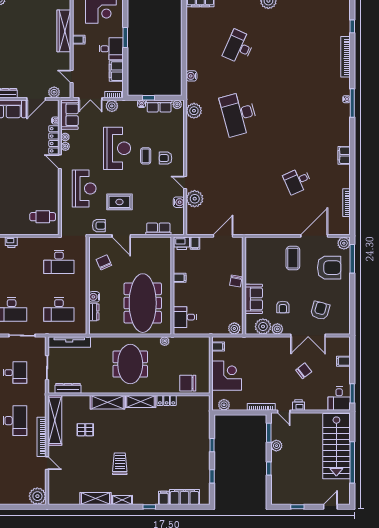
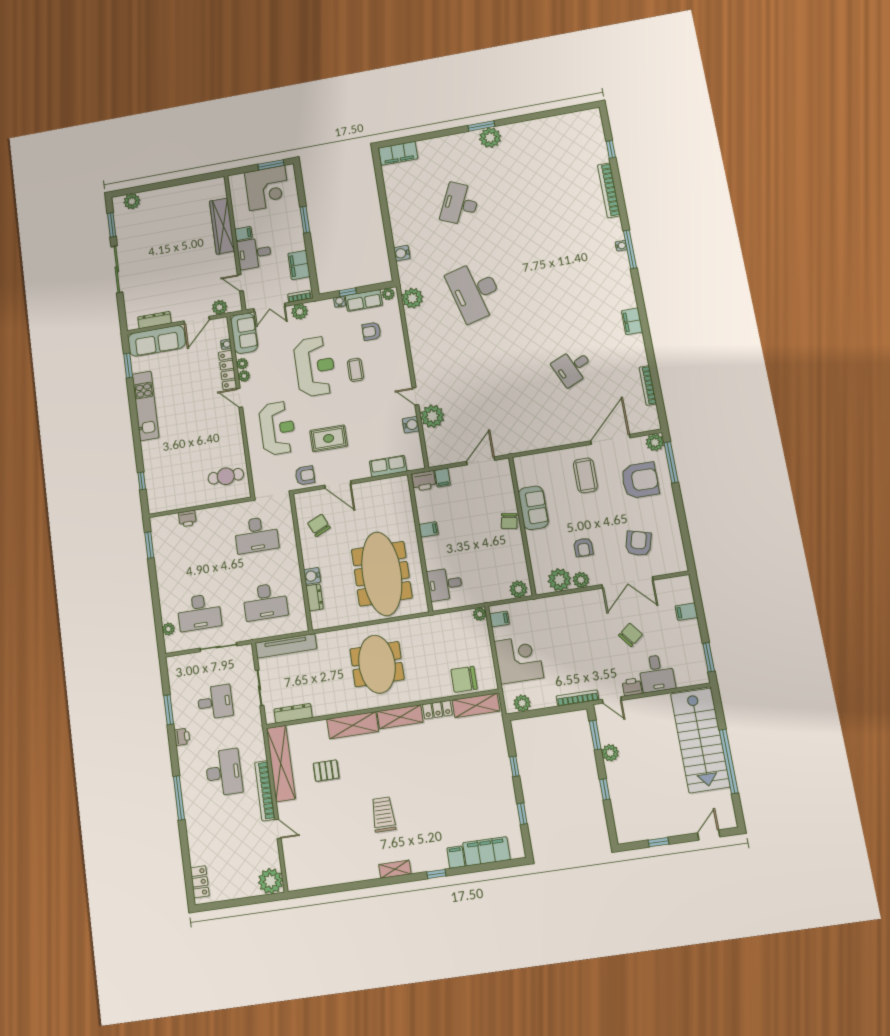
desk: (111, 49) -> (254, 253), moved, turned 180
armchair: (166, 158) -> (372, 331), moved
sofa: (254, 299) -> (533, 508), moved
plant: (165, 341) -> (480, 614), moved
desk: (339, 399) -> (657, 673), moved
shelving: (96, 499) -> (476, 705), moved

